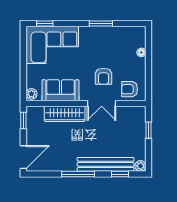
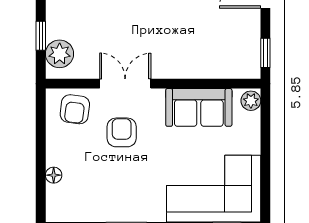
armchair: (130, 89) -> (75, 109), turned 97
wardrobe: (65, 114) -> (191, 65), removed
plant: (138, 120) -> (60, 54), added

